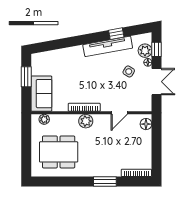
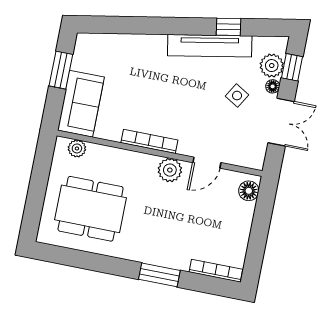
plant: (86, 121) -> (170, 170), moved

